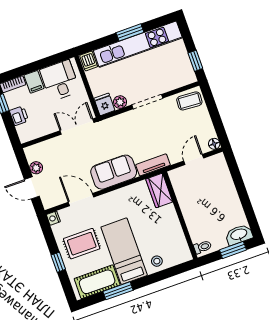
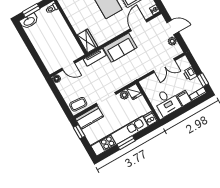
kitchen counter: (177, 79) -> (89, 118), added
double door: (77, 127) -> (164, 65), moved
door: (194, 159) -> (68, 66), hinge flipped
door: (81, 200) -> (139, 25), swing flipped

